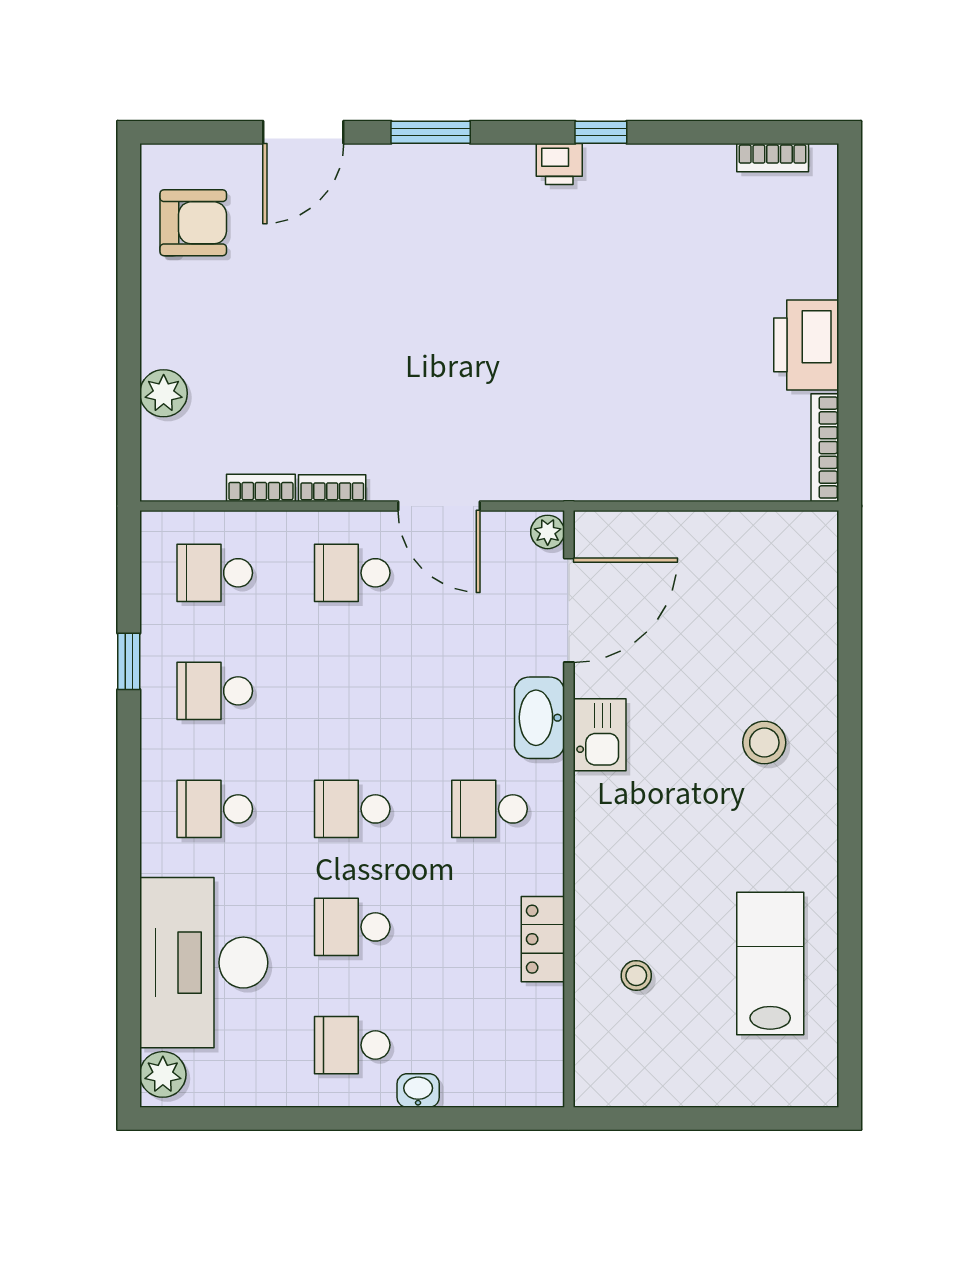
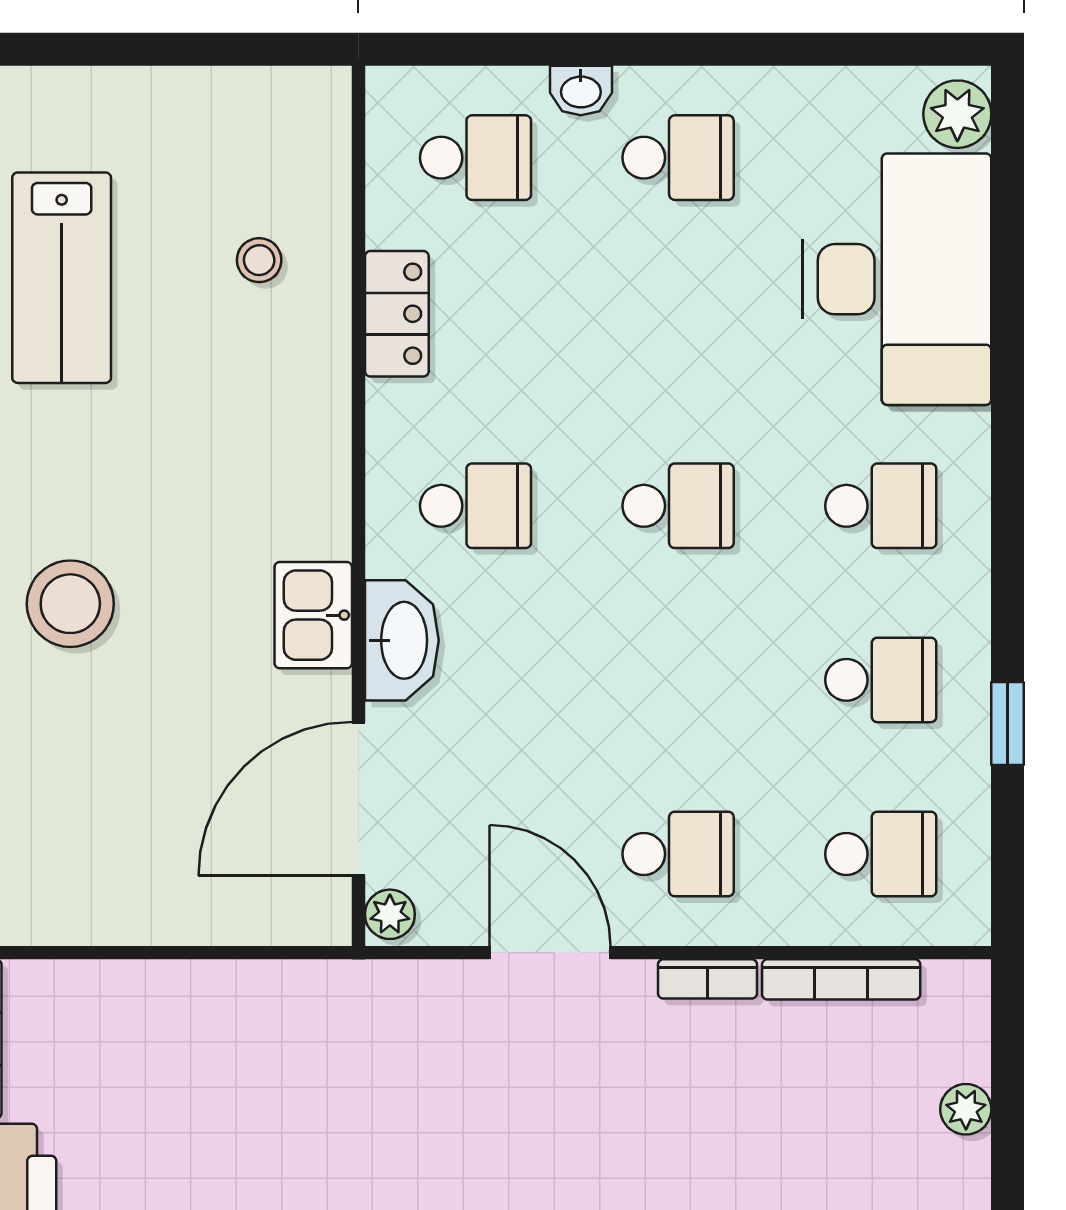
plant: (164, 393) -> (966, 1109), width x0.73, depth x0.73
bookcase: (261, 488) -> (841, 979), width x1.56
stool: (764, 743) -> (70, 604), width x1.38, depth x1.38
school desk: (352, 927) -> (475, 158), moved

